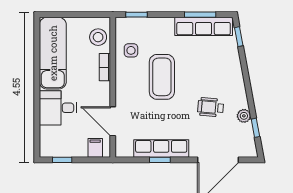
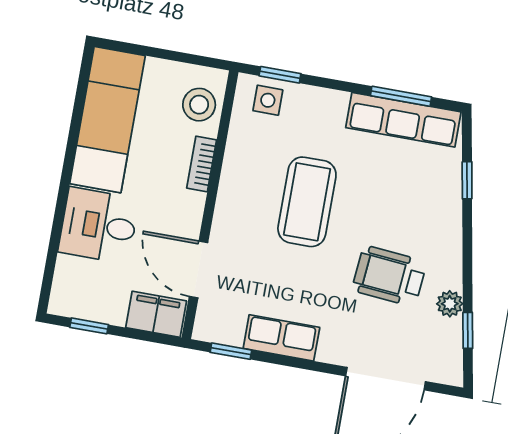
window: (239, 37) -> (467, 180), moved
side table: (131, 50) -> (268, 100), moved
wheelchair: (211, 107) -> (389, 276), width x1.36, depth x1.37
filing cabinet: (95, 148) -> (156, 314), width x2.00
row of seats: (161, 149) -> (281, 338), width x0.68
window: (160, 160) -> (231, 351), moved

